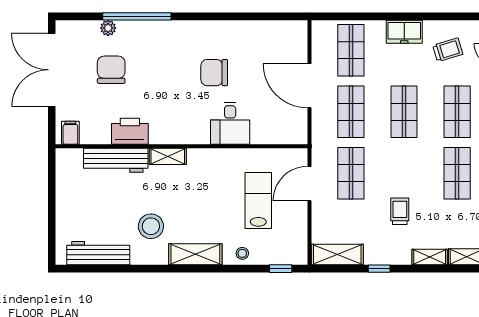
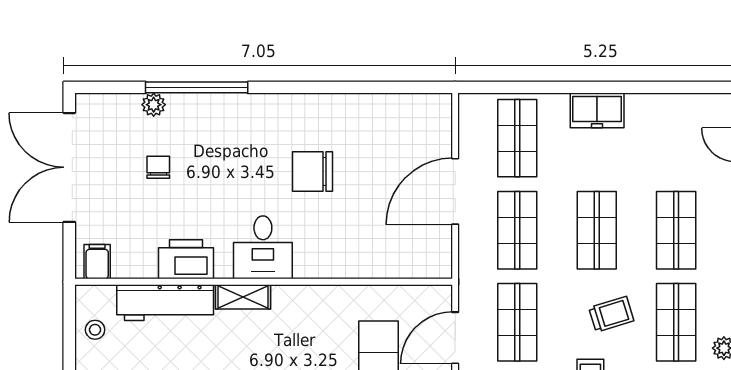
trolley: (448, 50) -> (611, 314), moved
chair: (111, 70) -> (158, 167), width x0.54, depth x0.54
door: (309, 86) -> (455, 191), hinge flipped
desk: (230, 123) -> (263, 247), moved
stool: (69, 178) -> (95, 330), added

